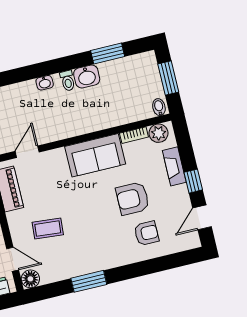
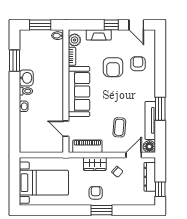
sofa: (95, 155) -> (79, 91), width x1.36
tv unit: (69, 271) -> (150, 120), added

